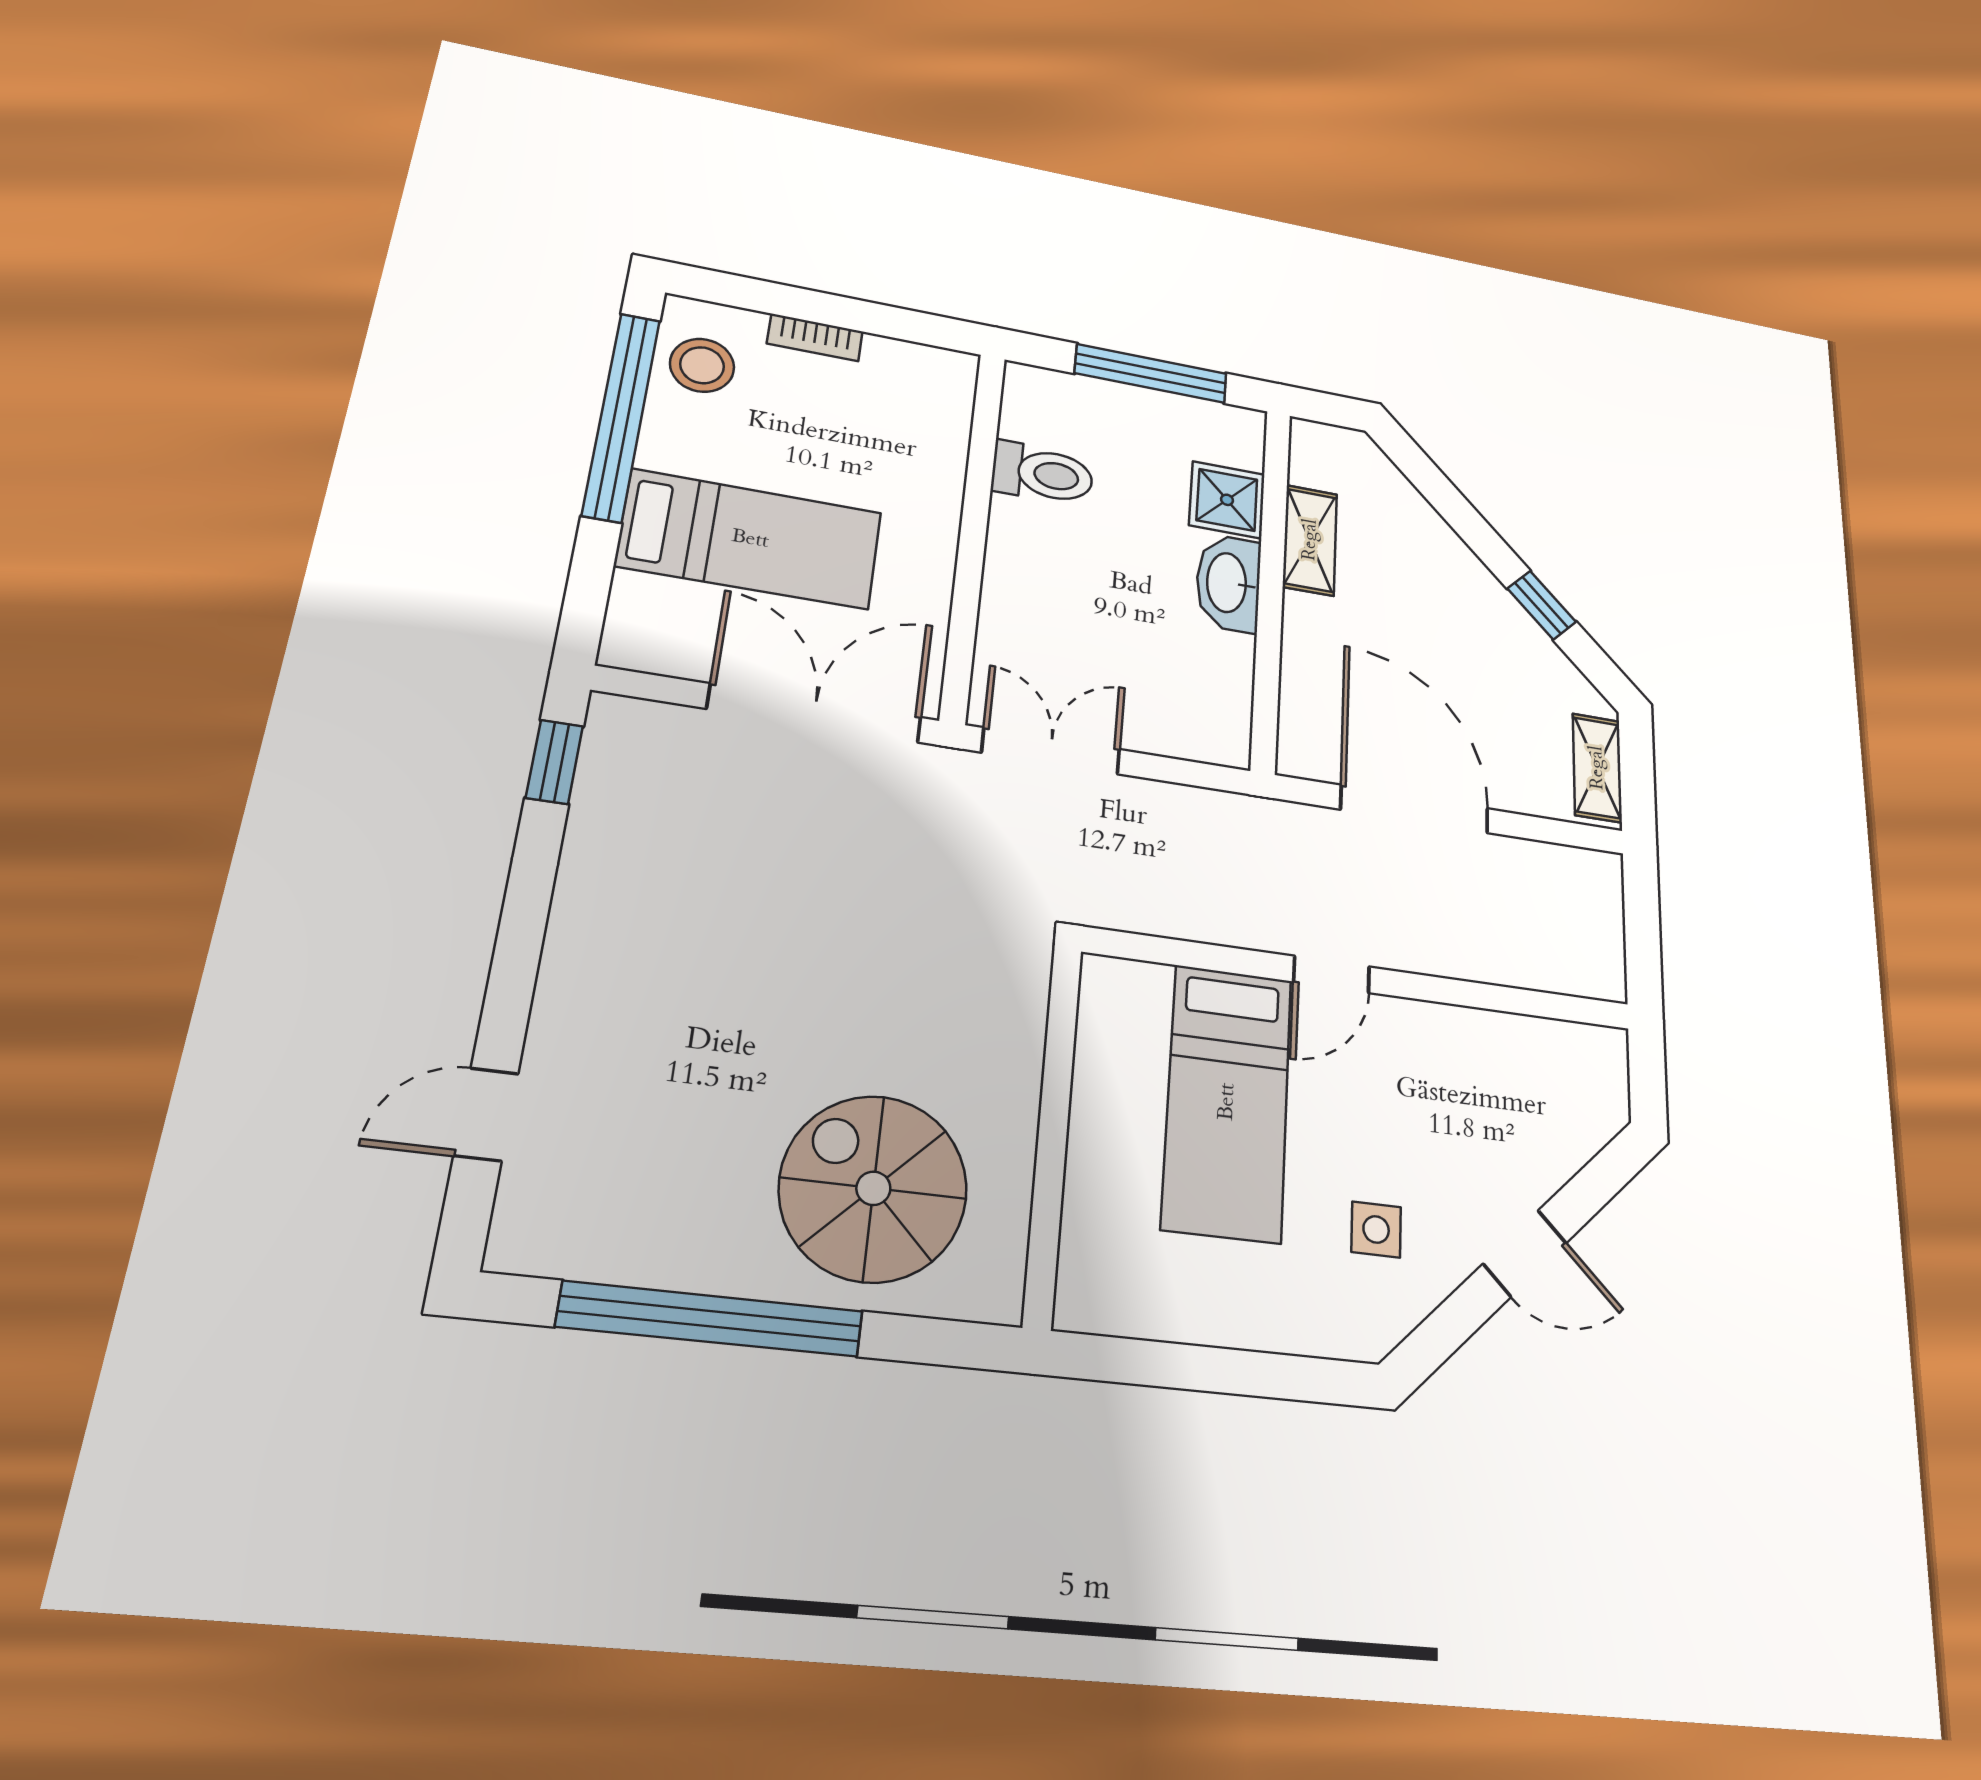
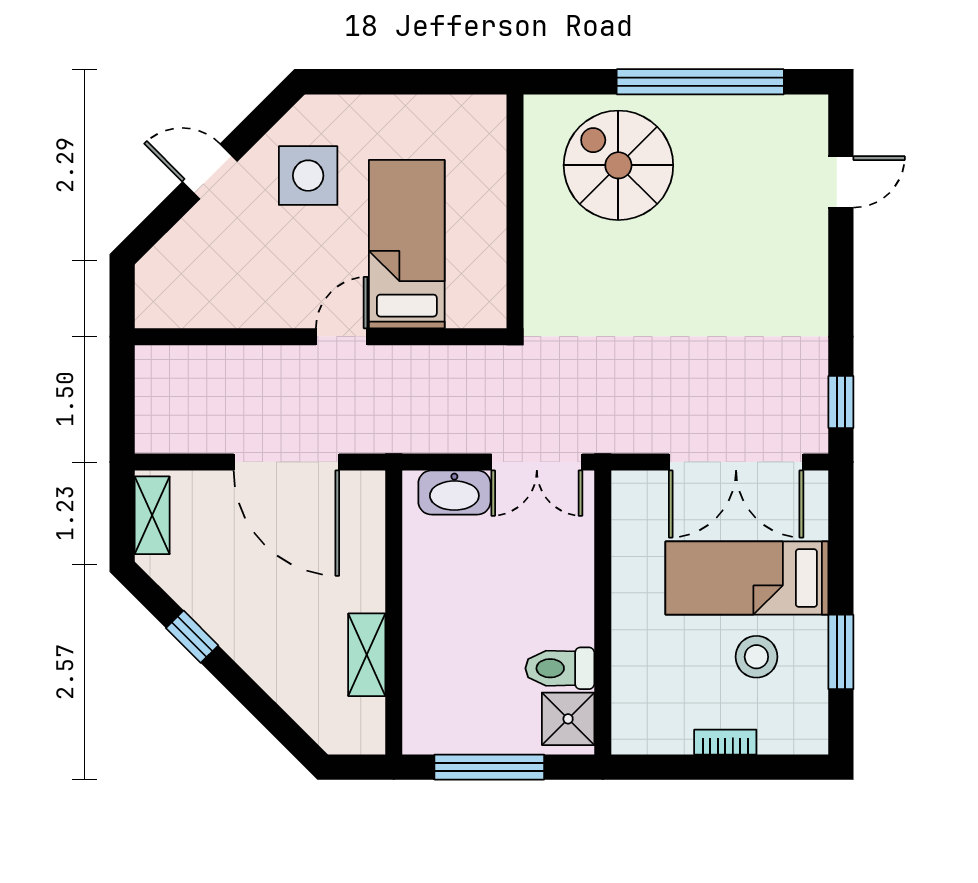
stool: (702, 365) -> (756, 657), moved
window: (621, 416) -> (841, 652), width x0.47
shower: (1227, 500) -> (568, 719), moved
washbasin: (1228, 583) -> (454, 492), moved, turned 90
double door: (815, 713) -> (736, 462), moved
spiral stairs: (873, 1188) -> (618, 165), turned 180
side table: (1376, 1229) -> (308, 176), width x1.87, depth x1.87

